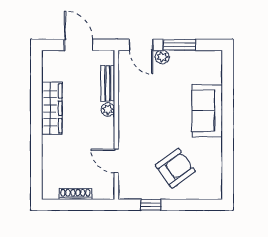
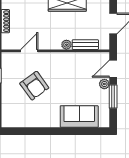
sofa: (207, 111) -> (79, 117), moved
armchair: (175, 168) -> (34, 86), moved

